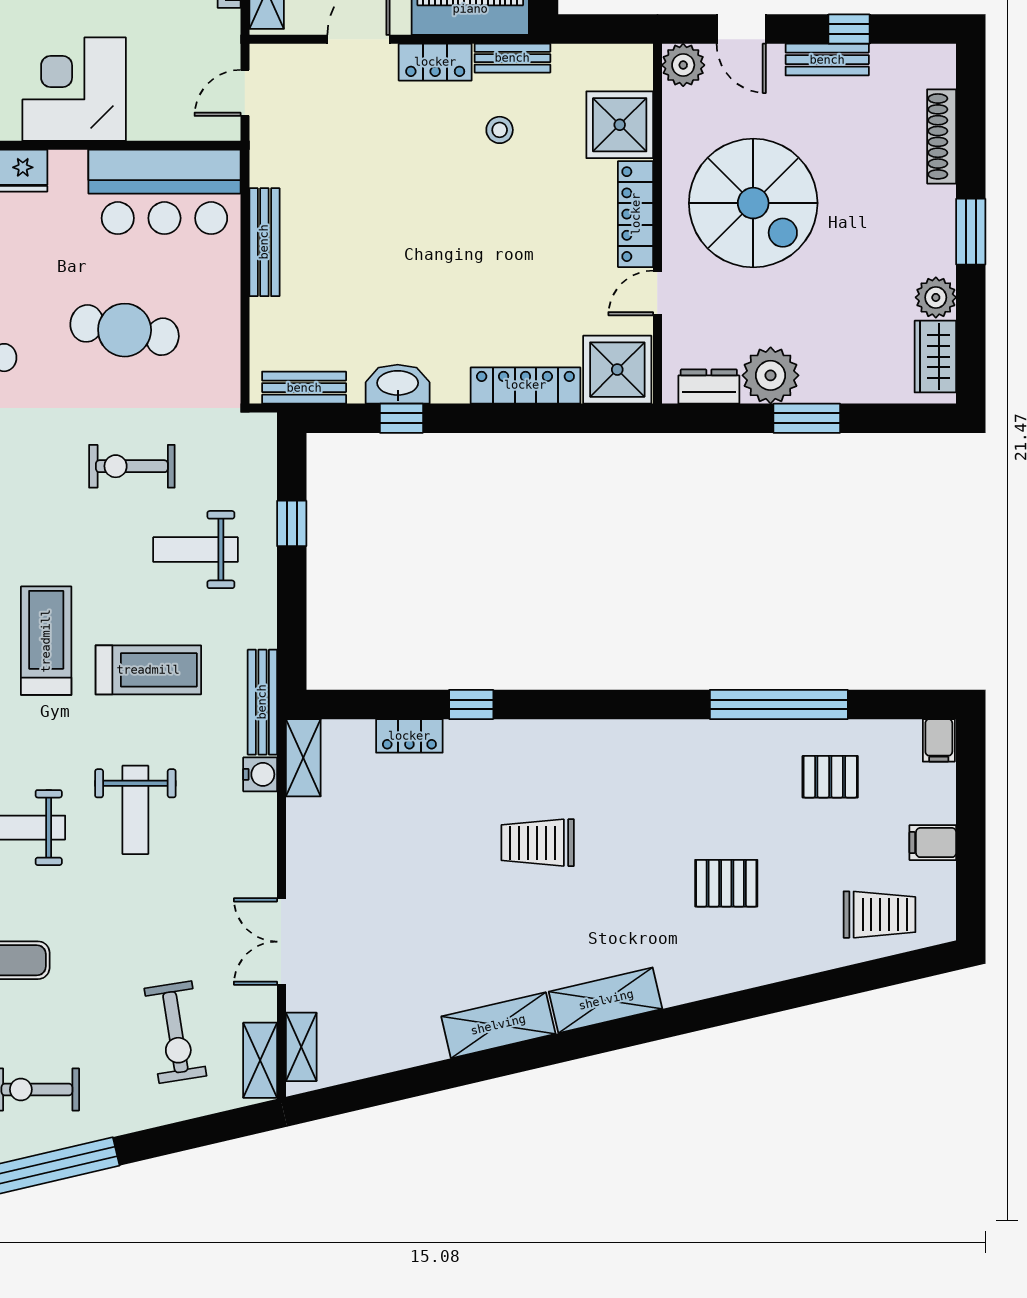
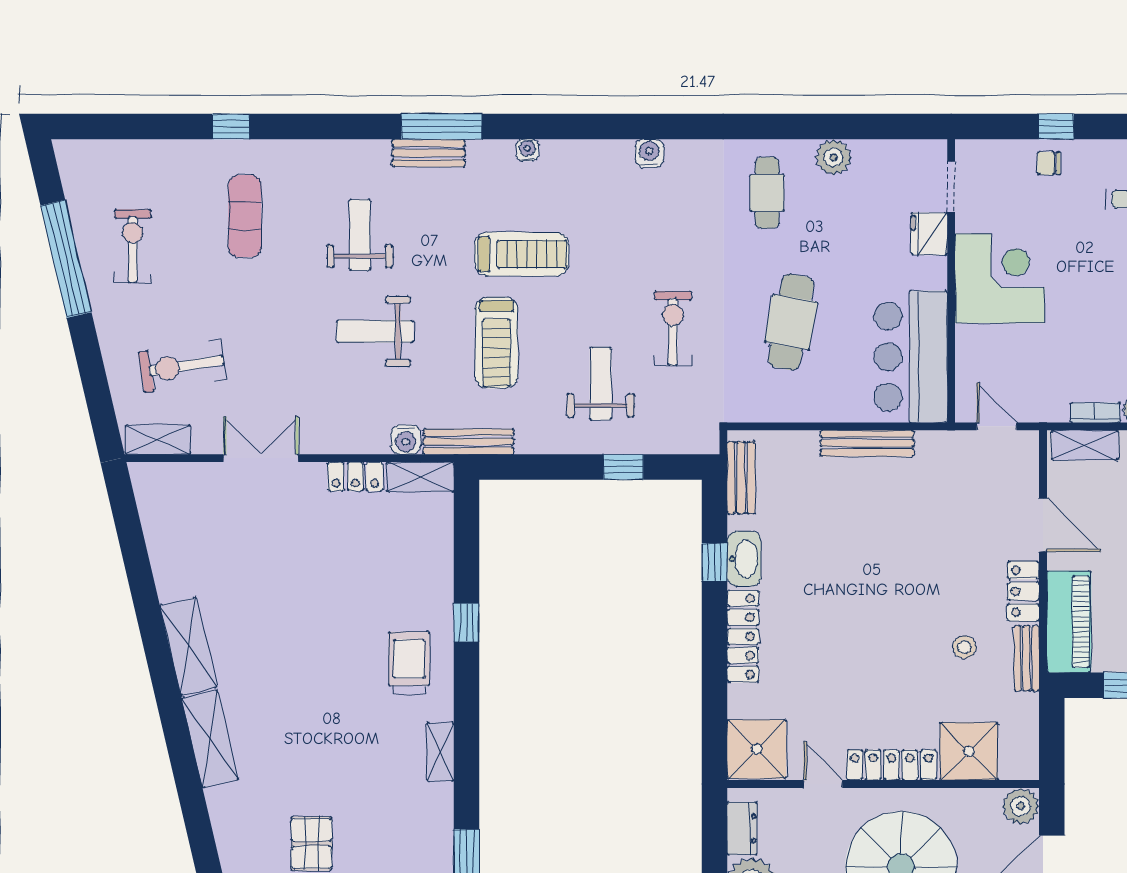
locker: (525, 385) -> (743, 636), moved
locker: (409, 736) -> (355, 476), moved, turned -90
trolley: (538, 843) -> (409, 663), moved
shelving: (301, 1047) -> (440, 752), moved, turned 90

